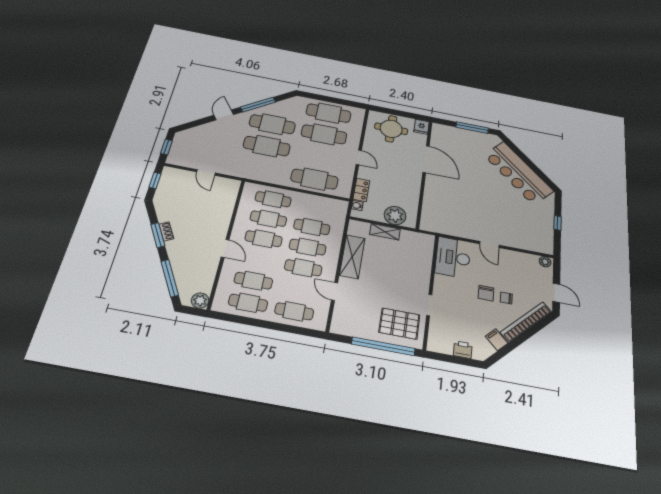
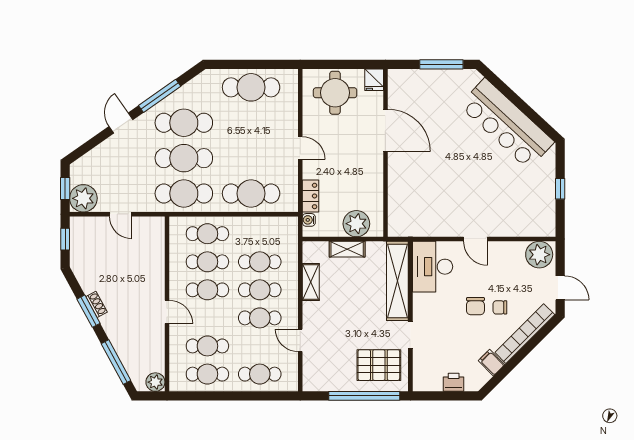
cafe table: (324, 134) -> (184, 193), moved
plant: (179, 156) -> (83, 198), added
shelving: (352, 257) -> (311, 282), width x0.67, depth x0.75
shelving: (423, 262) -> (397, 281), added
plant: (545, 262) -> (539, 255), width x1.87, depth x1.87

